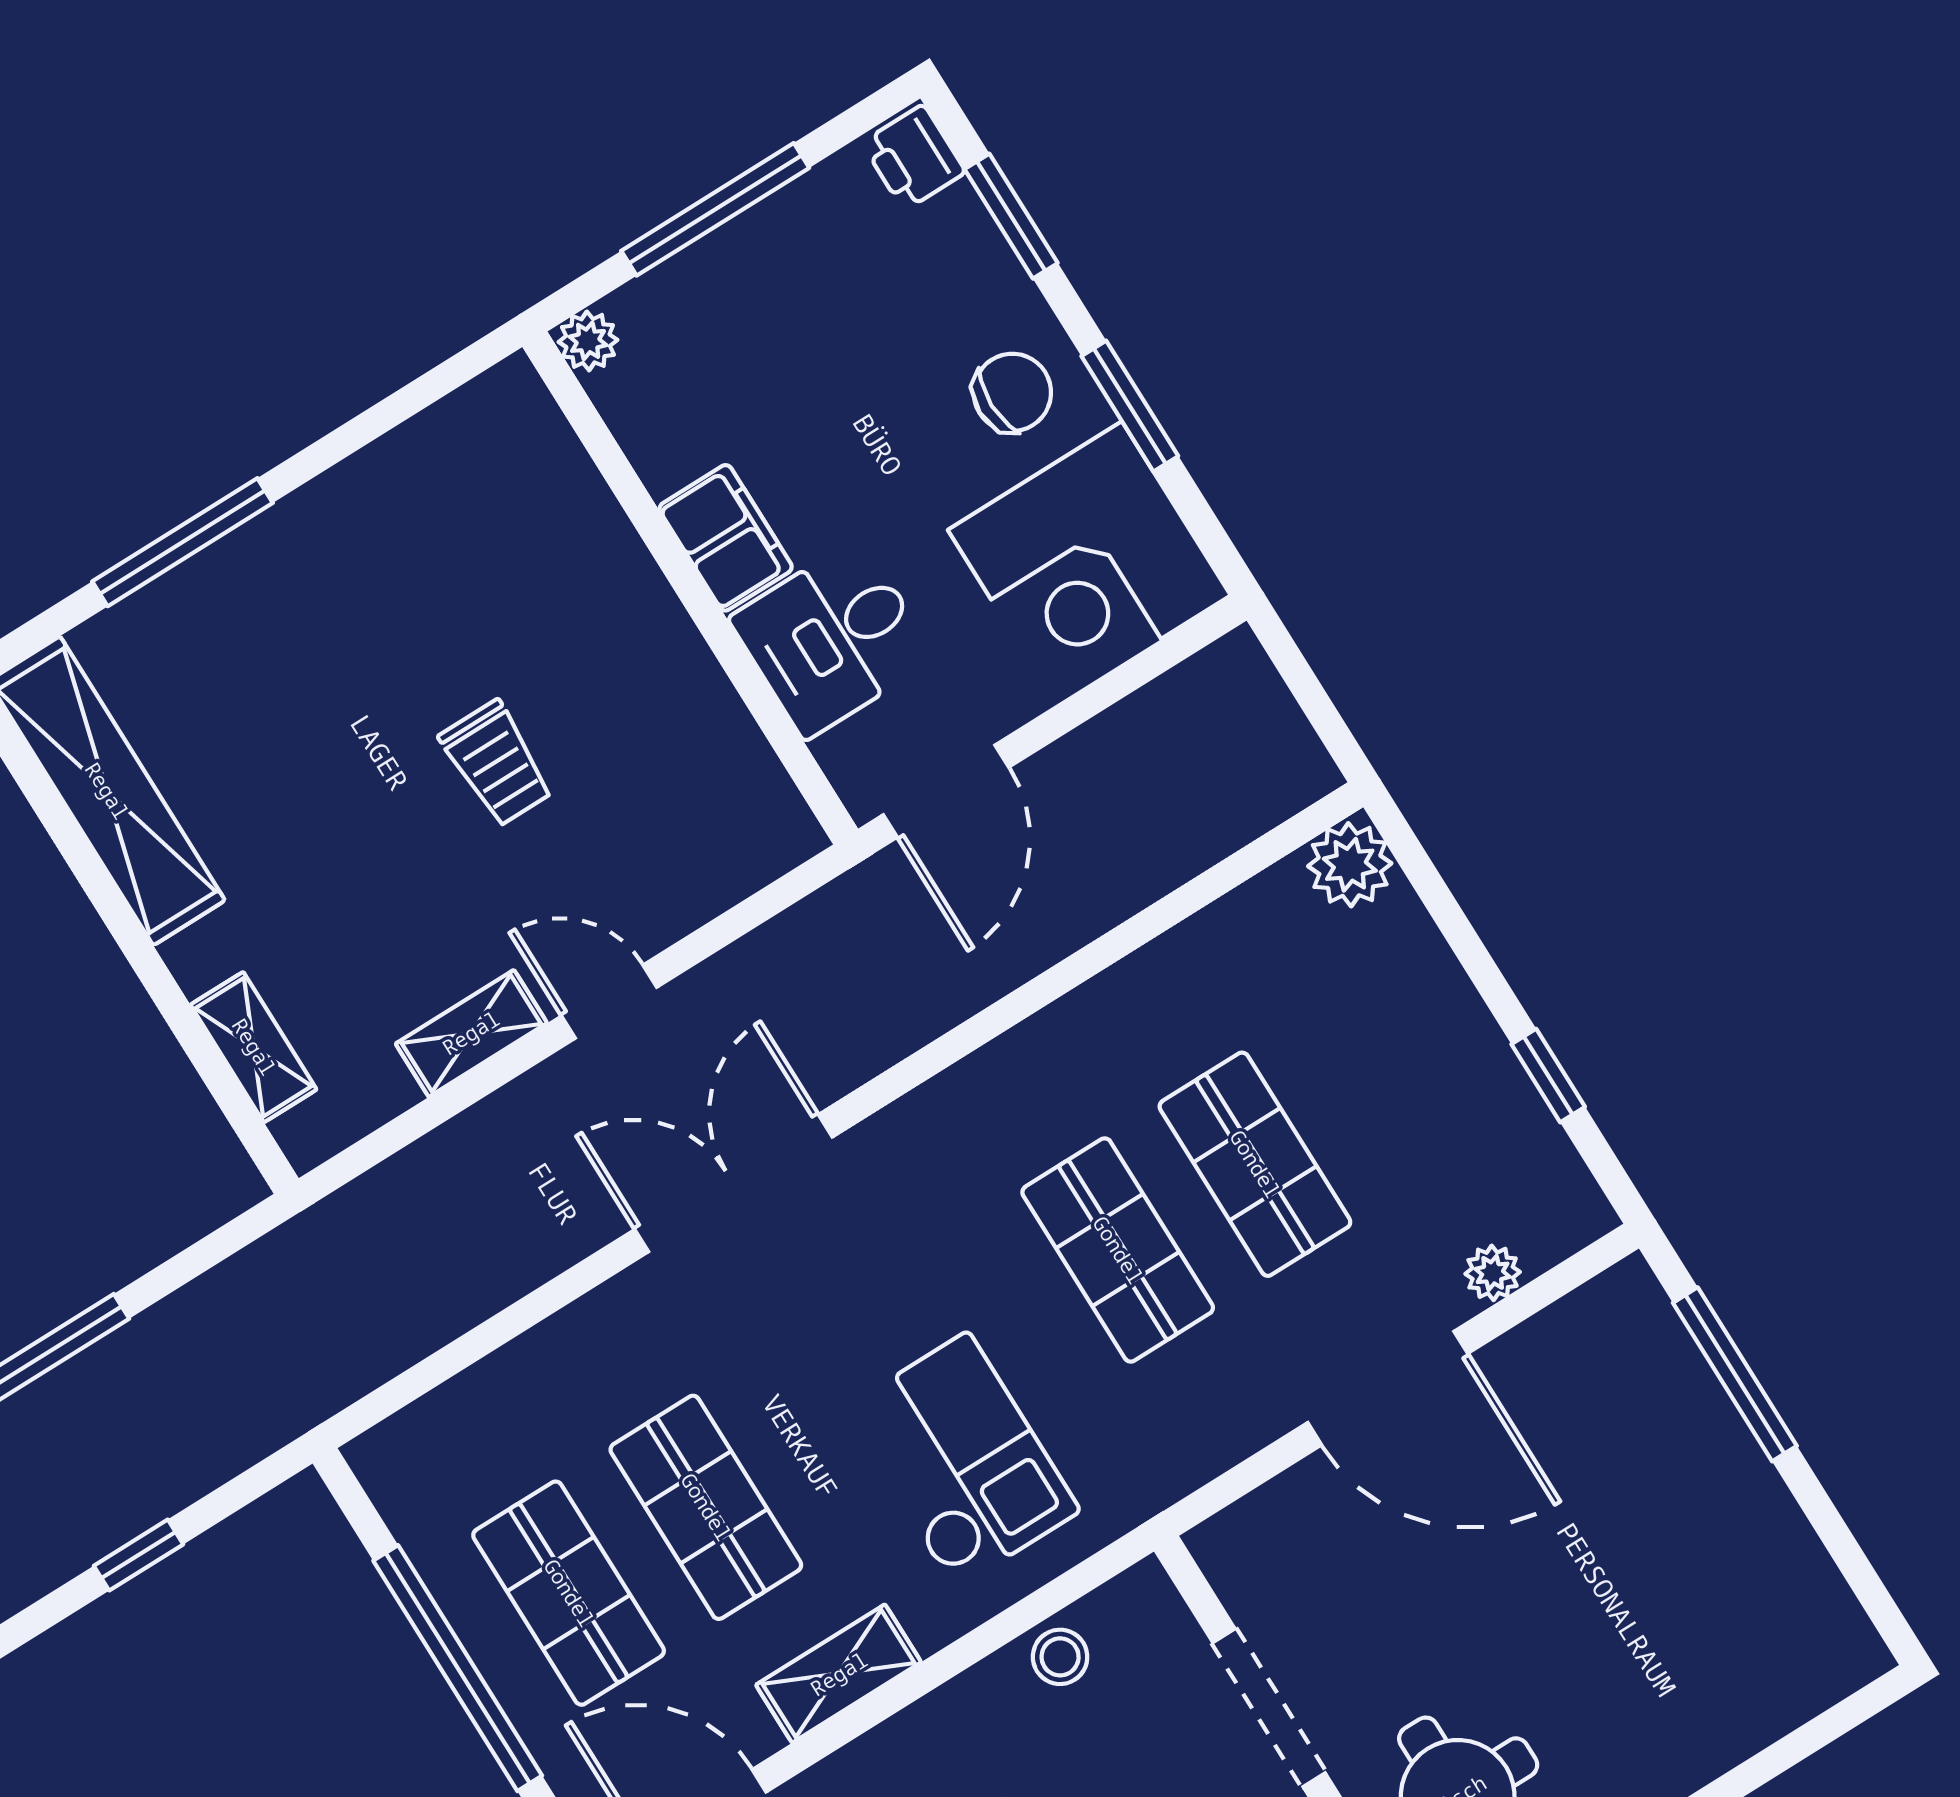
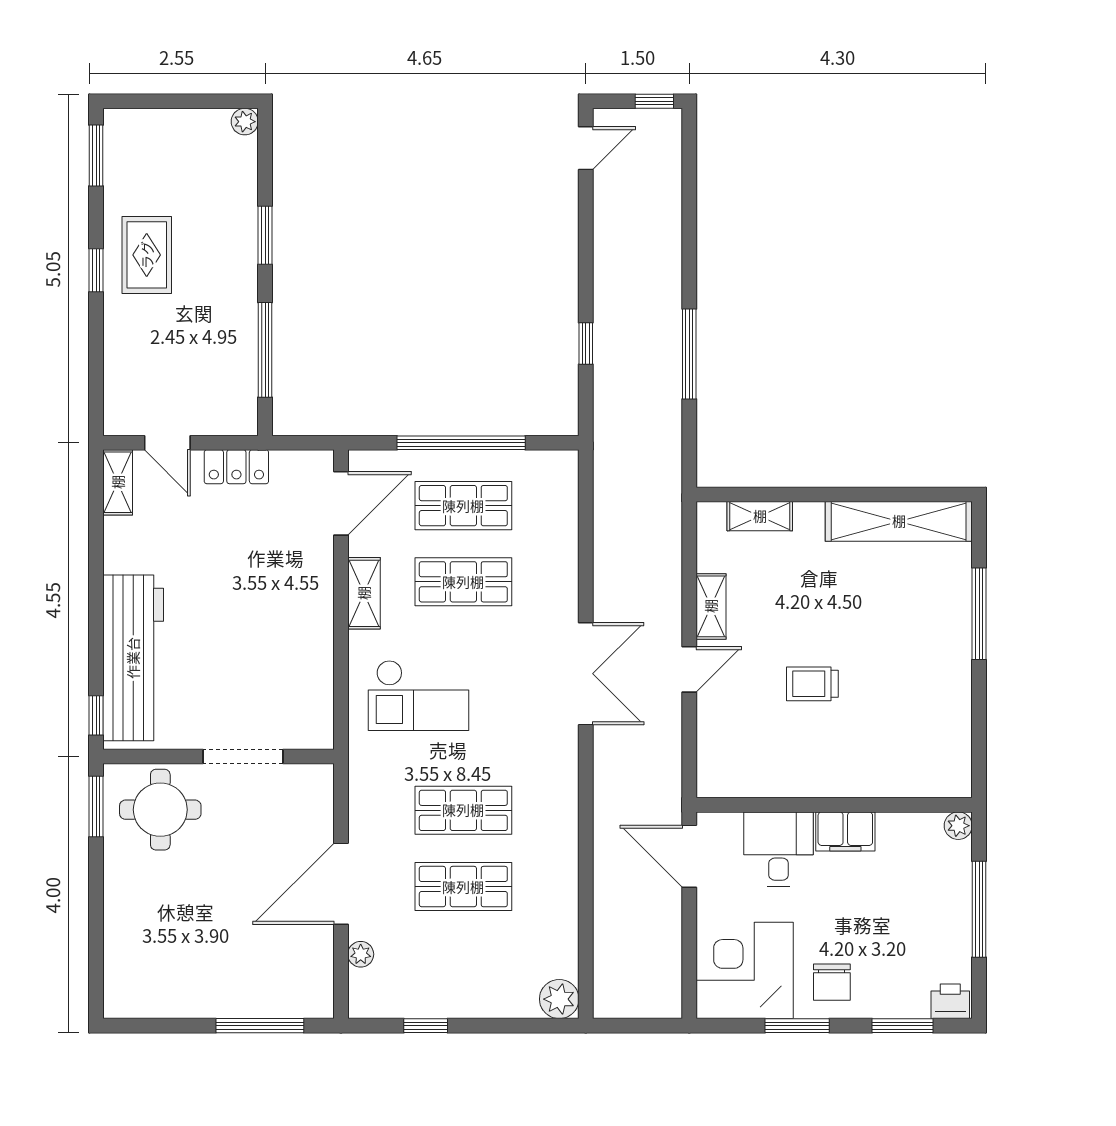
stool: (1060, 1657) -> (315, 686), removed

